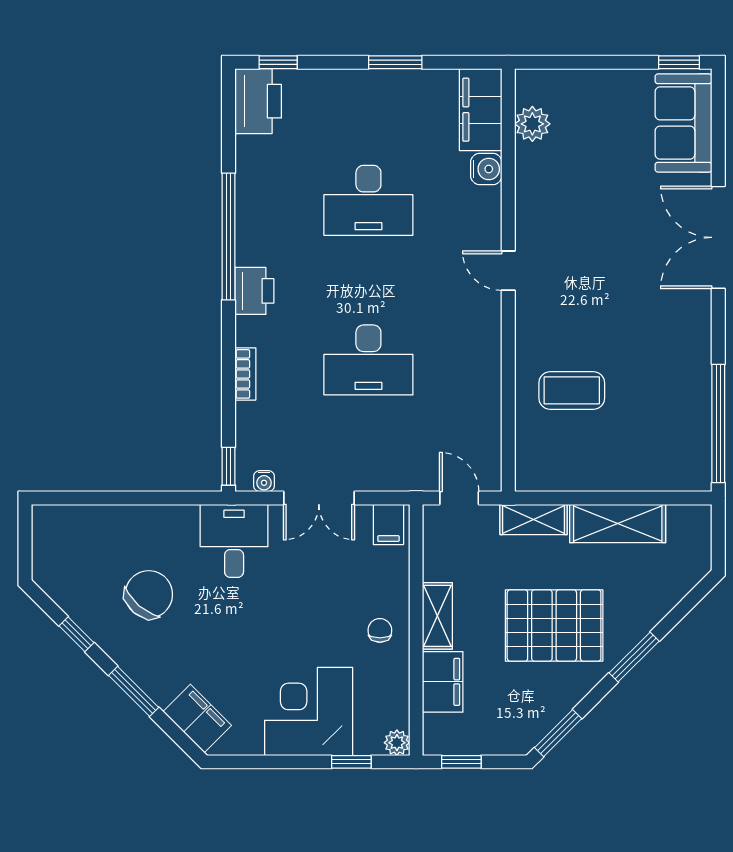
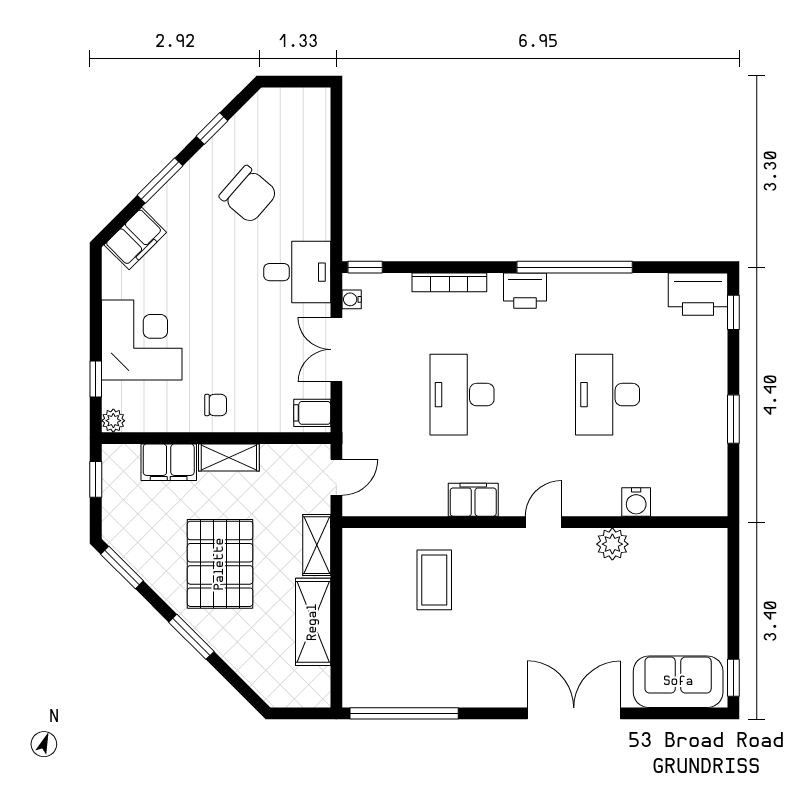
filing cabinet: (481, 110) -> (473, 500), moved, width x0.67, depth x0.86
plant: (532, 124) -> (612, 544), moved
bookcase: (245, 374) -> (449, 282), width x1.56

